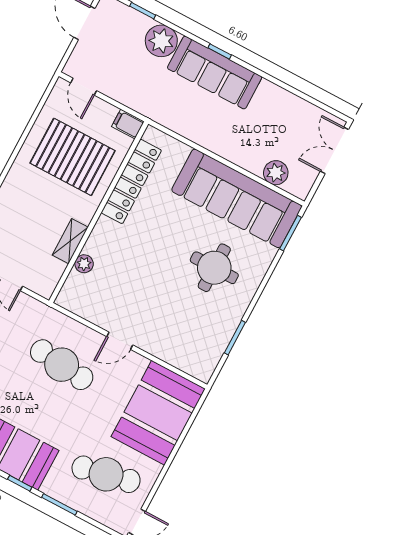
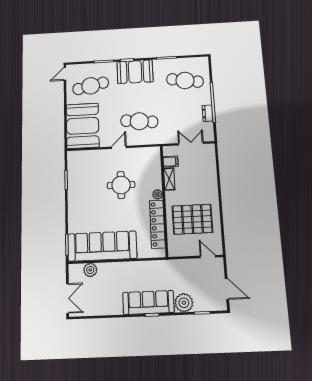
filing cabinet: (128, 124) -> (170, 162), moved
plant: (84, 264) -> (158, 194), moved
round table: (214, 268) -> (121, 185), moved

